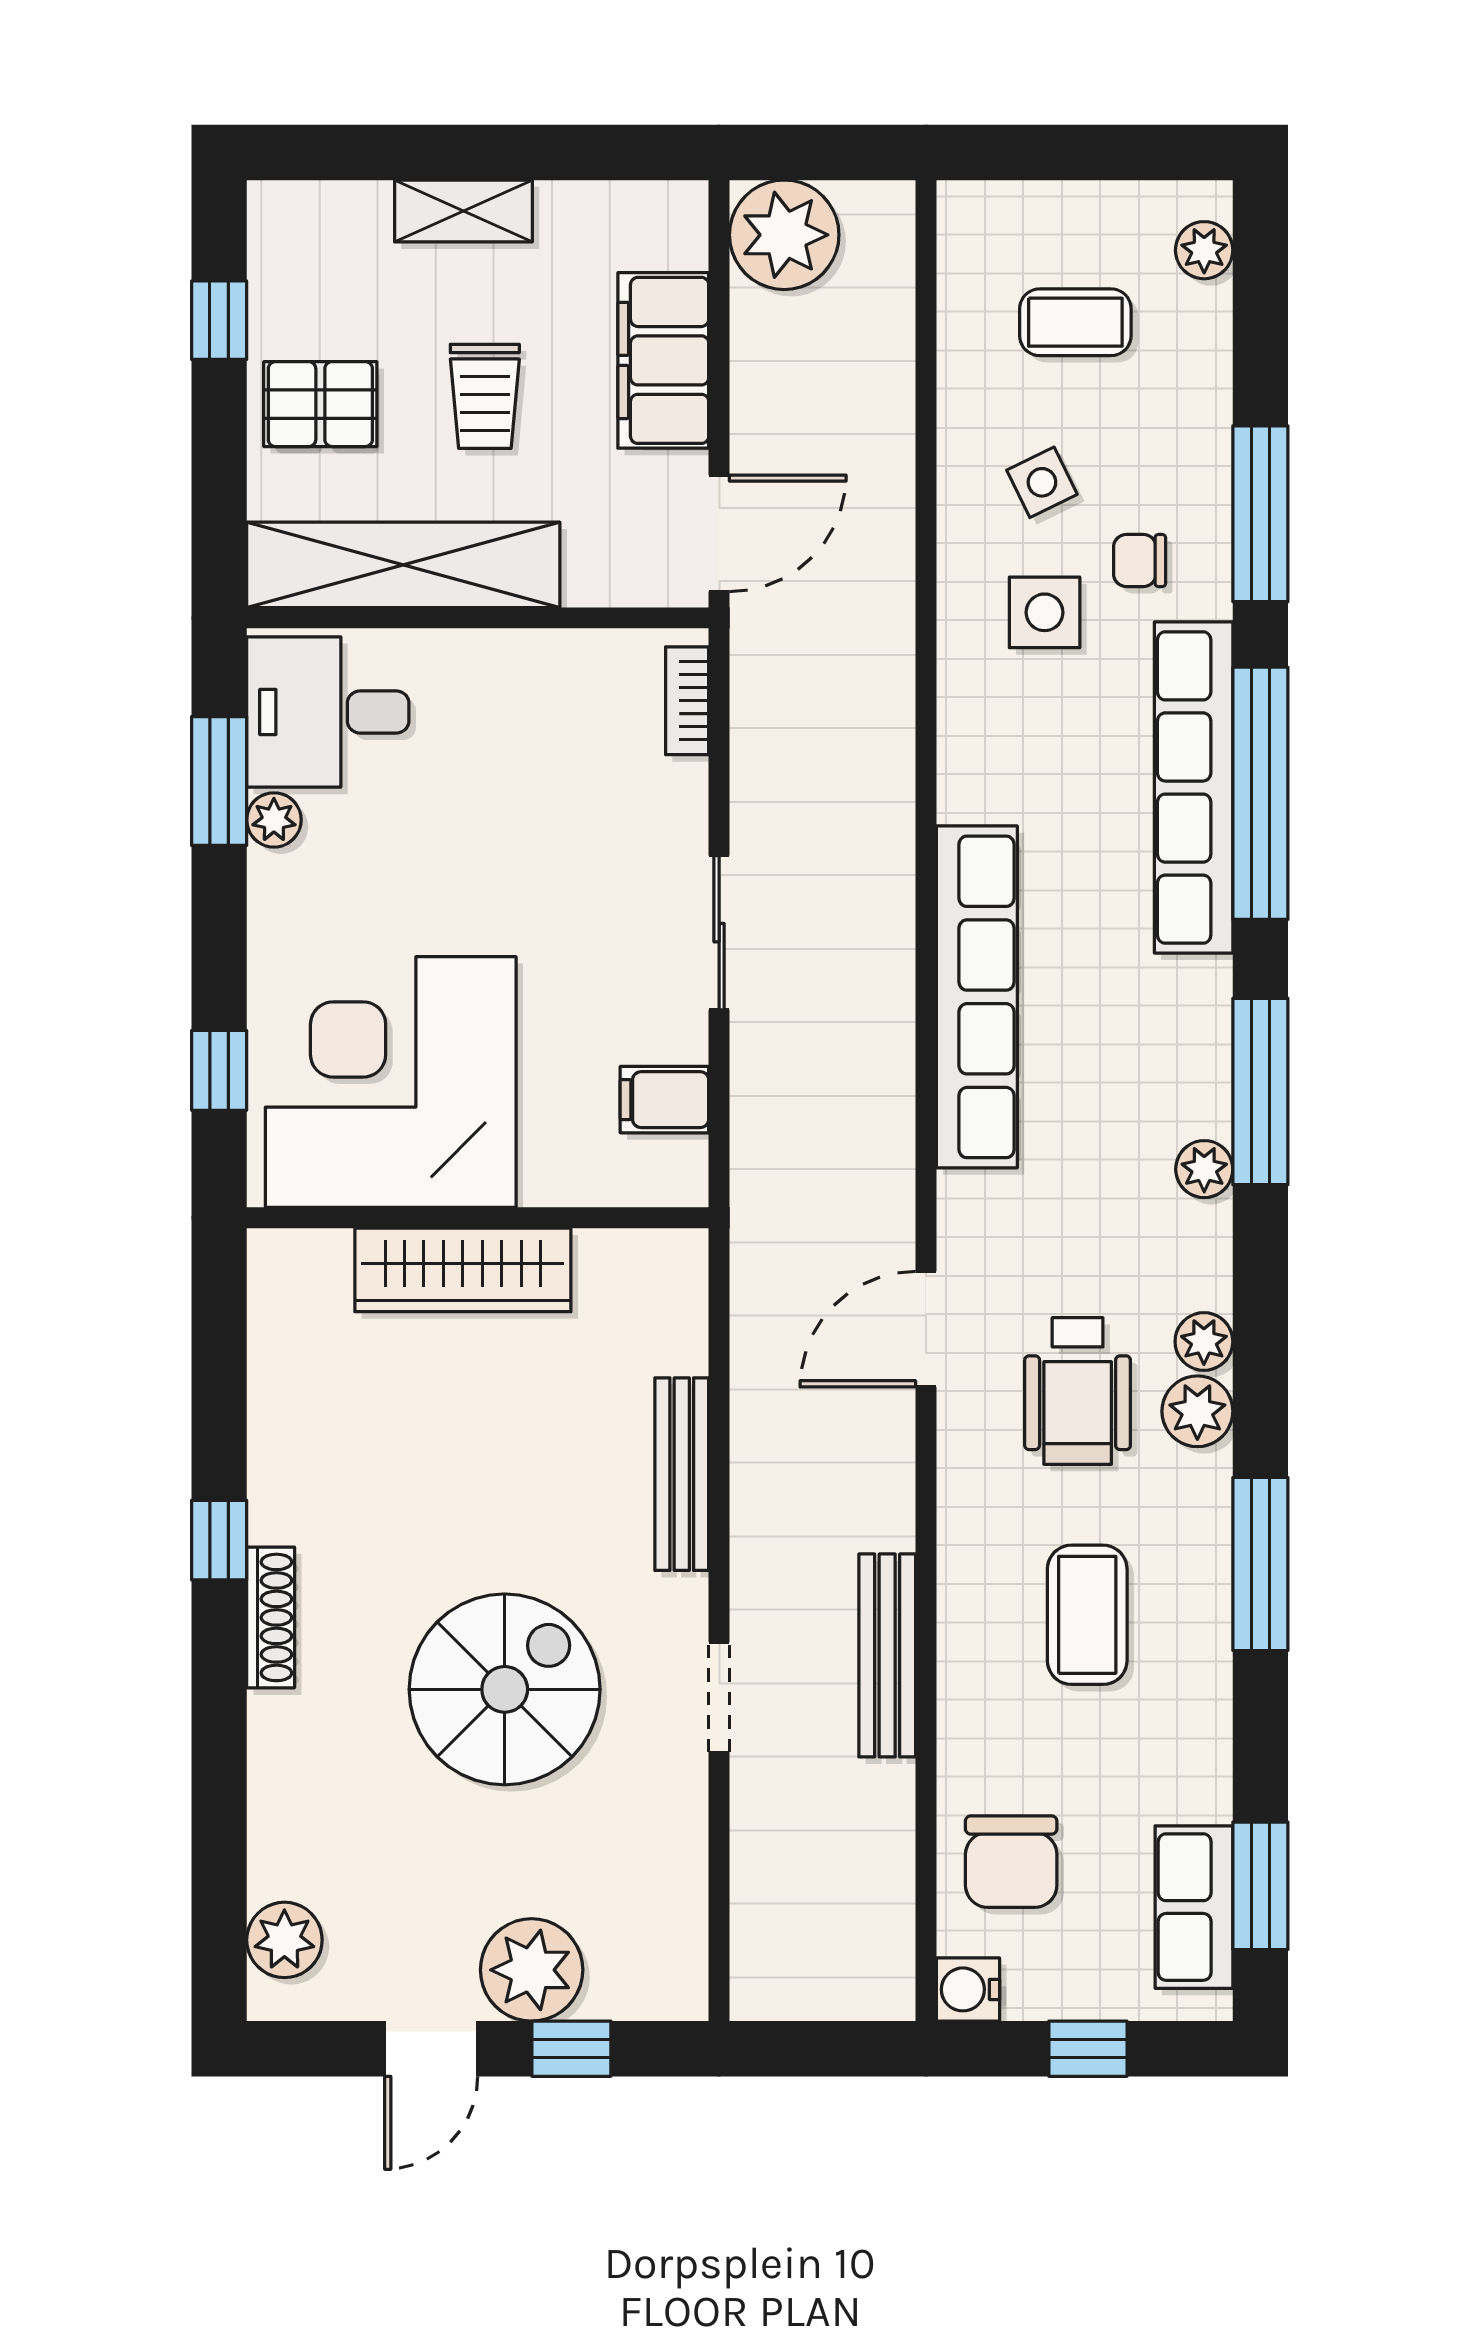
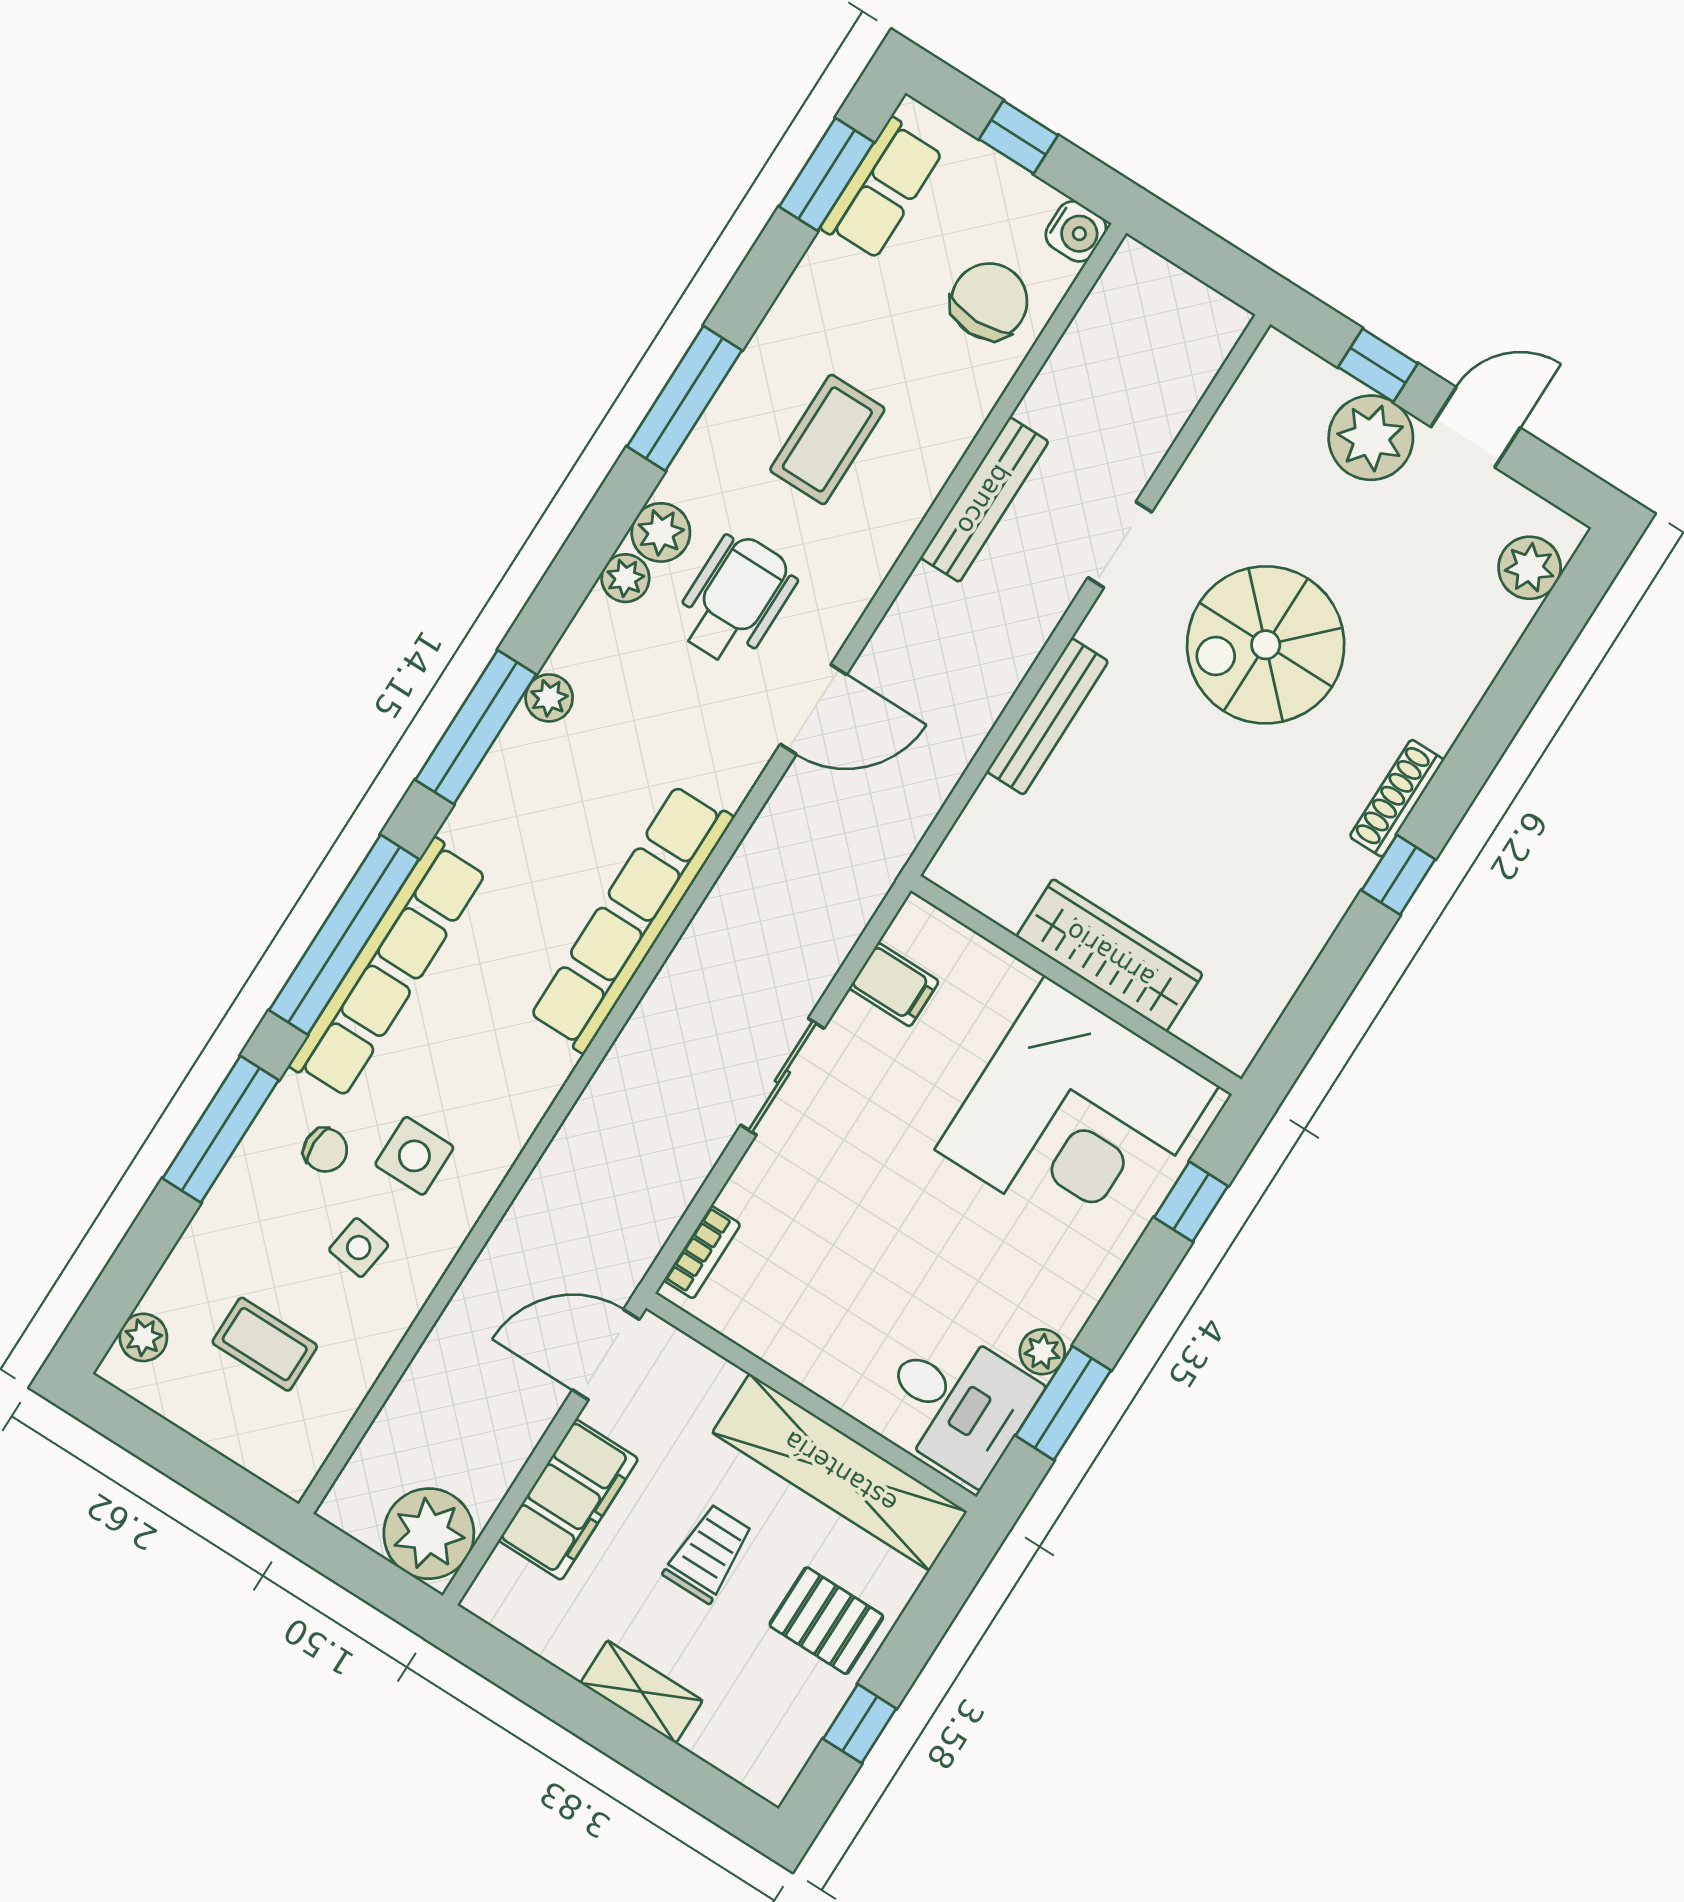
side table: (1042, 482) -> (359, 1248), turned 34

